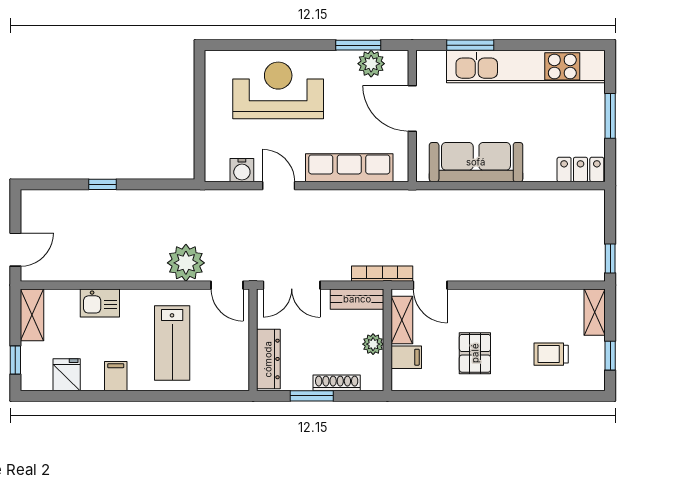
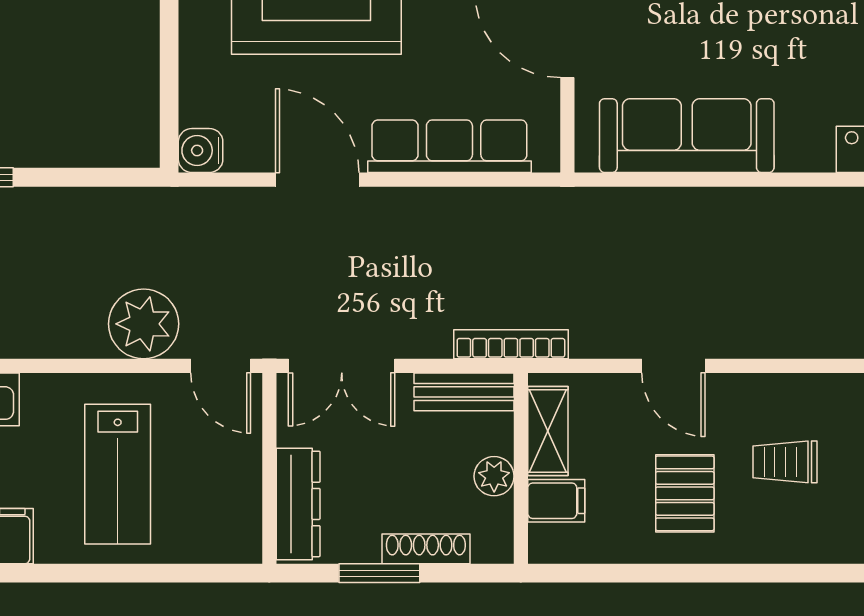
water cooler: (242, 170) -> (201, 150), moved, turned 90
door: (279, 186) -> (317, 180), width x1.38
door: (430, 285) -> (673, 366), moved
trolley: (551, 354) -> (785, 462), moved

